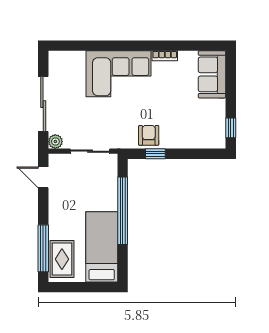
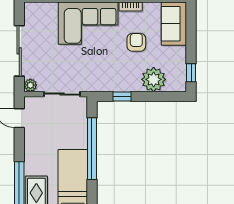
armchair: (149, 135) -> (136, 42), moved
plant: (190, 135) -> (154, 79), added

